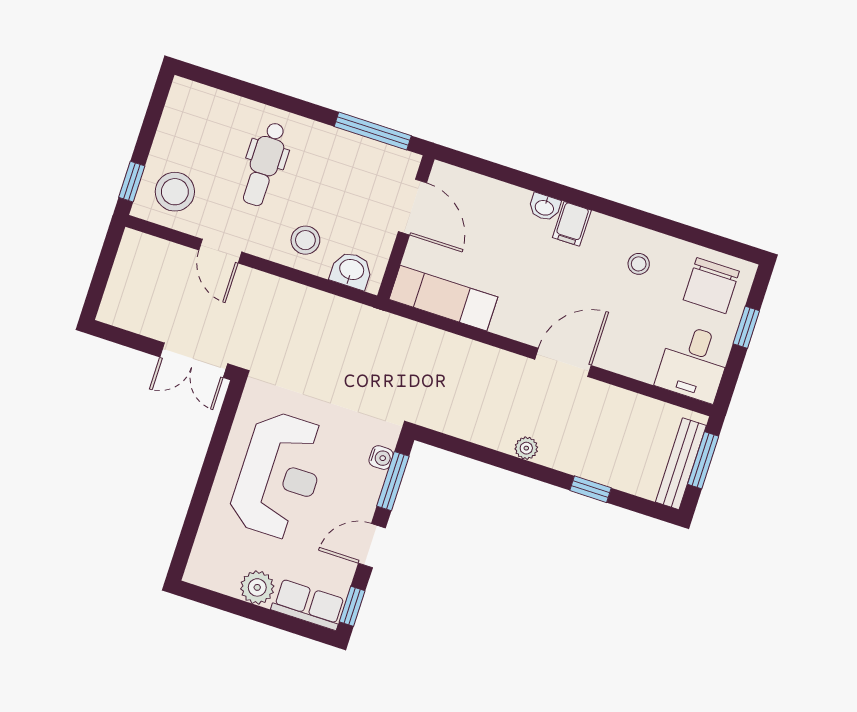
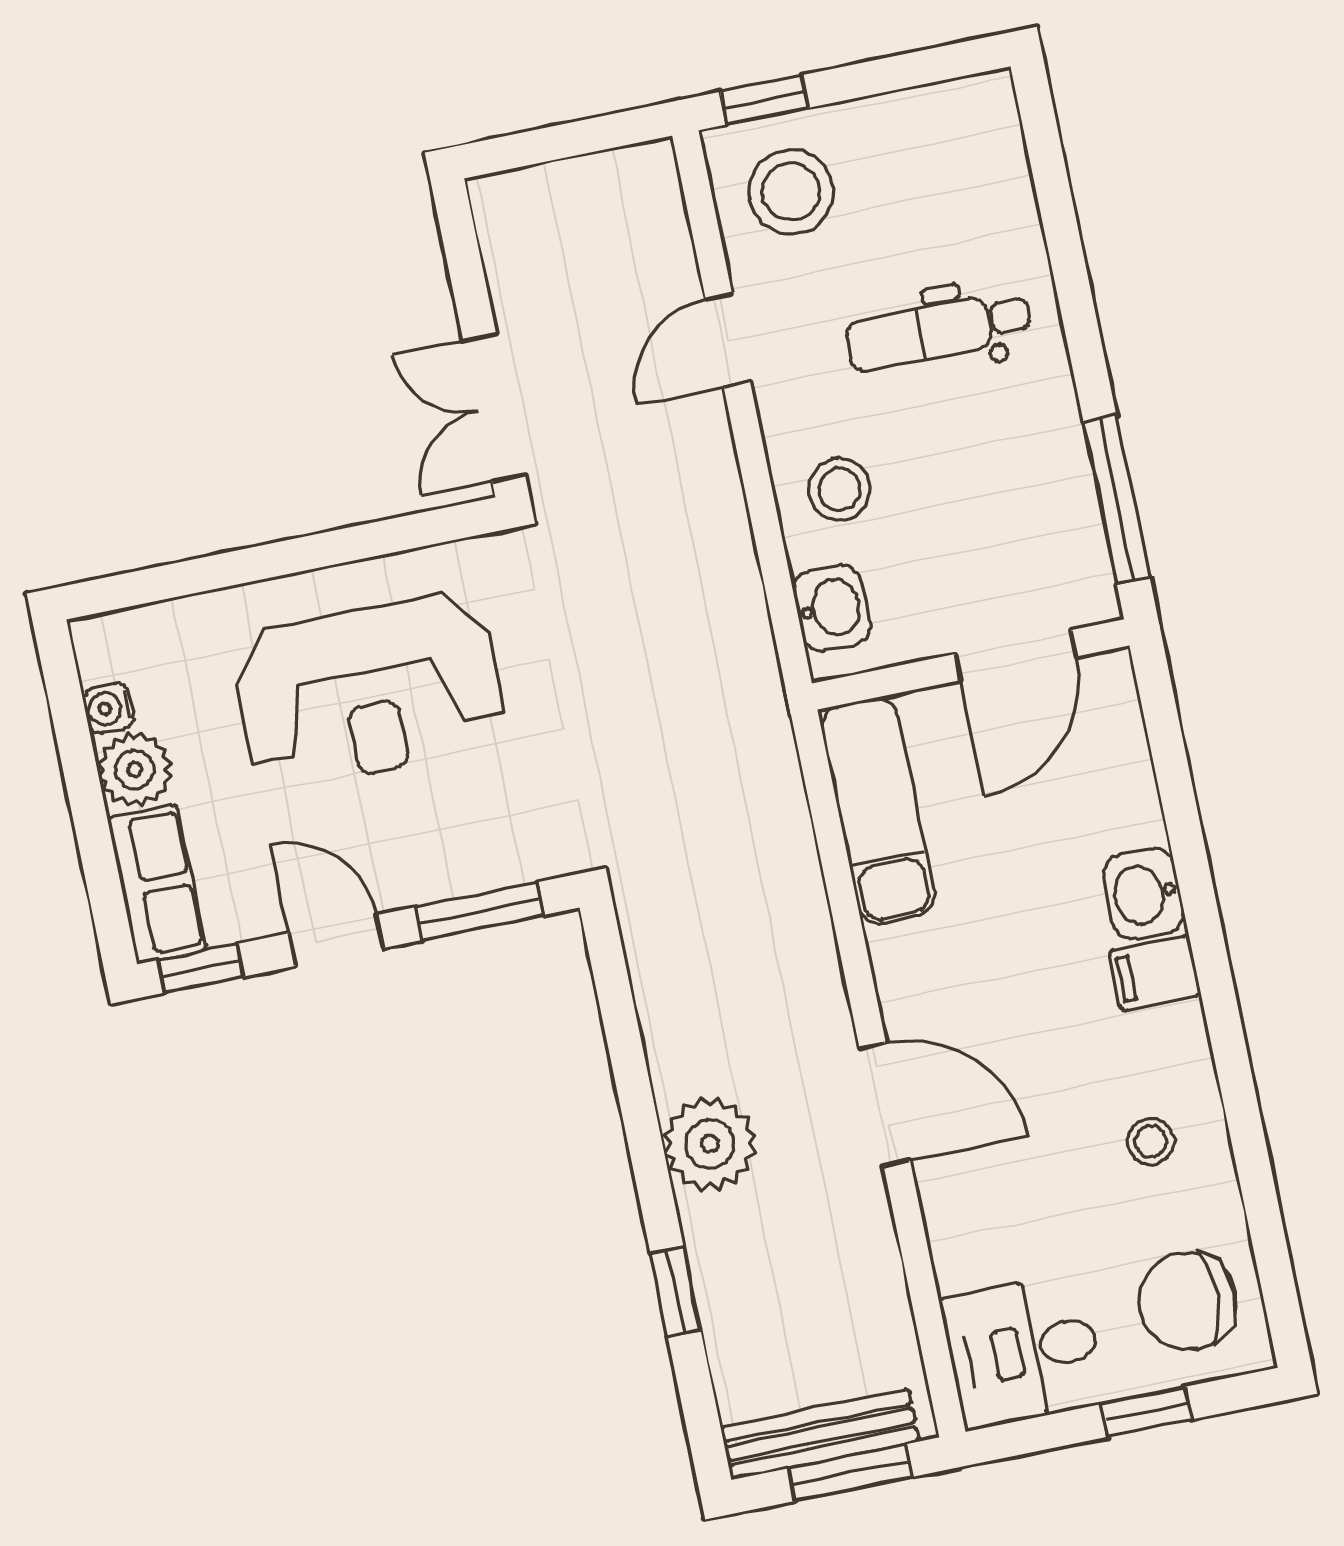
washbasin: (545, 207) -> (1144, 894), width x1.38, depth x1.45
plant: (526, 448) -> (710, 1144), width x1.88, depth x1.88
water cooler: (381, 458) -> (108, 708), moved, turned 90

